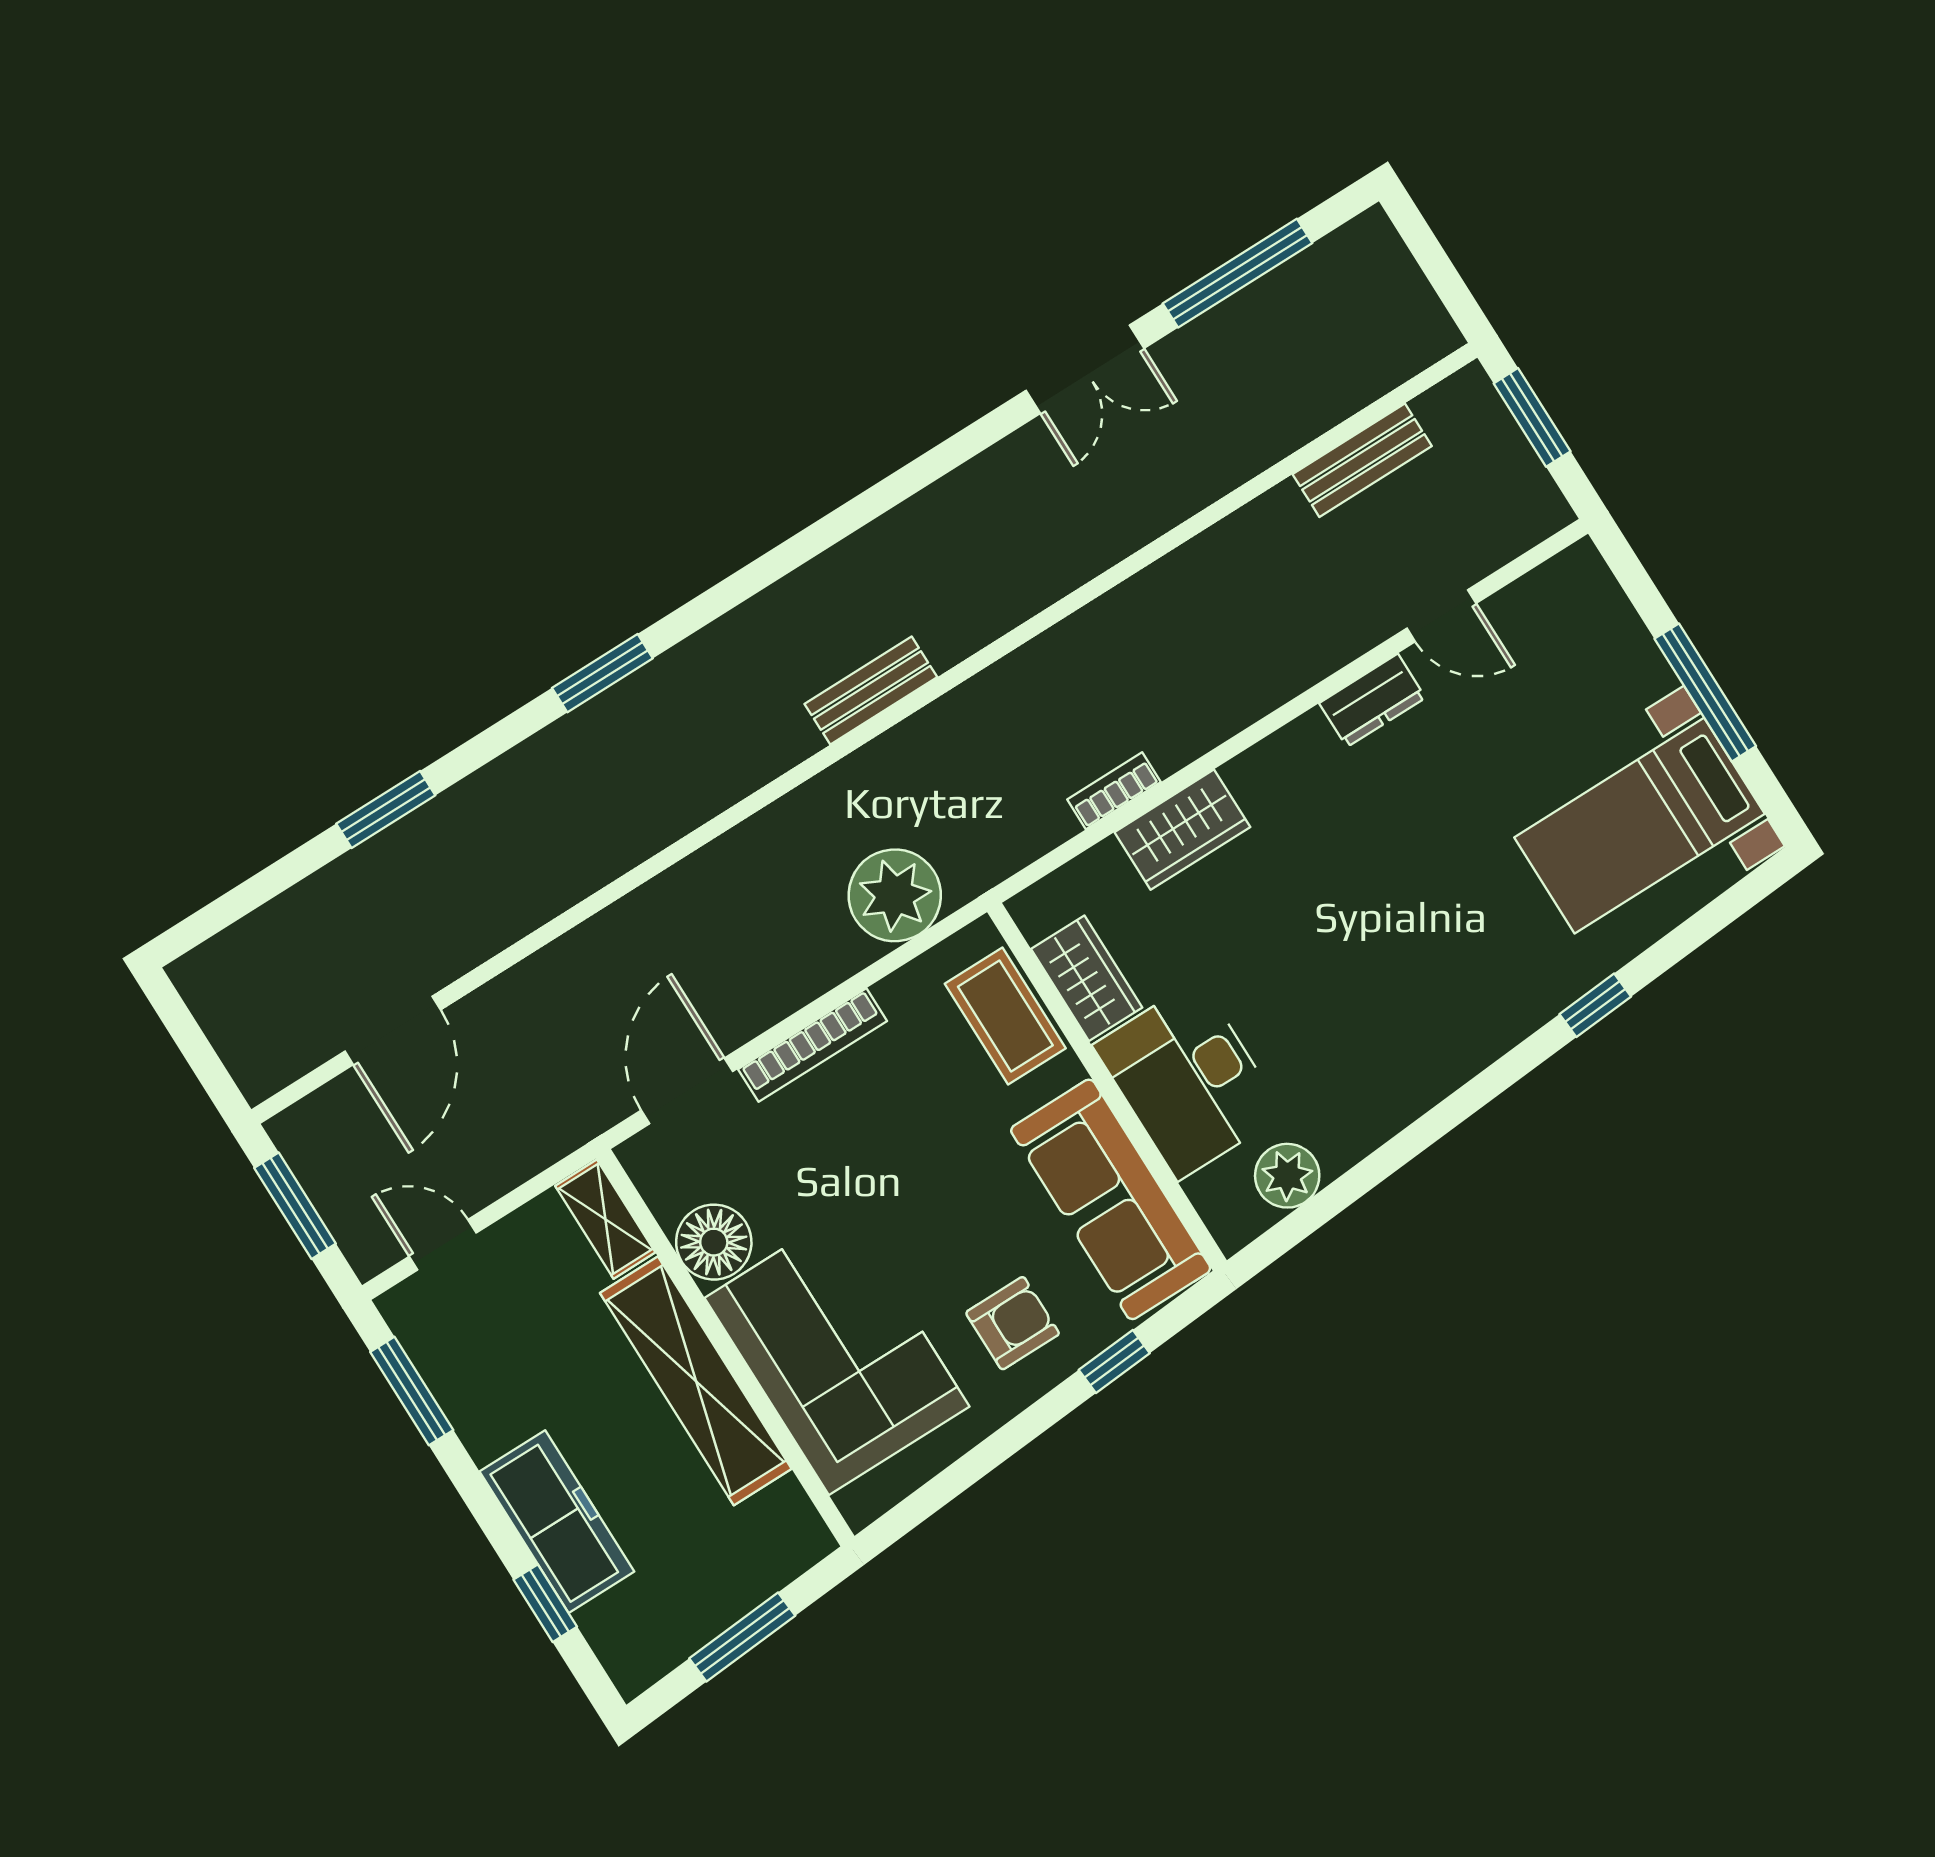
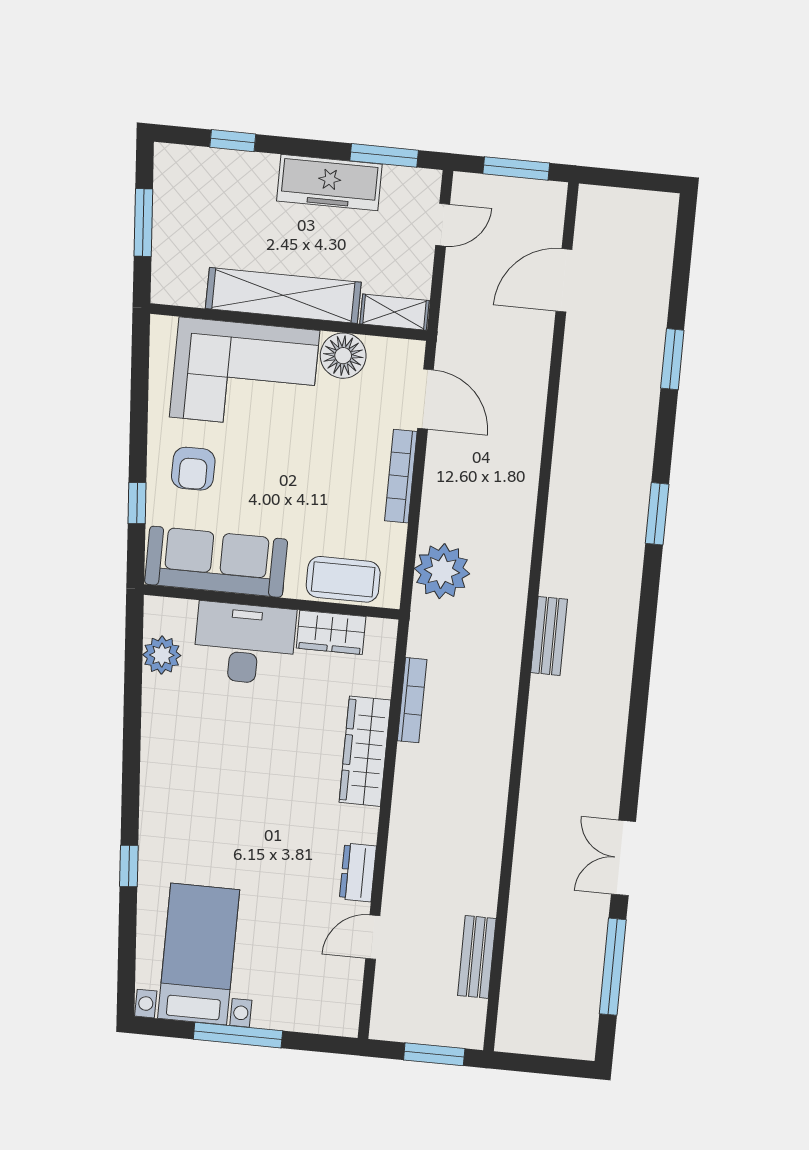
bookcase: (1114, 791) -> (412, 700), width x1.56
wardrobe: (1182, 830) -> (365, 751), width x1.50
door: (393, 1030) -> (564, 280), hinge flipped
freezer: (557, 1522) -> (329, 183), moved

